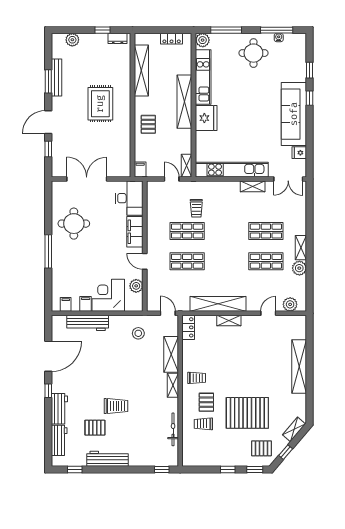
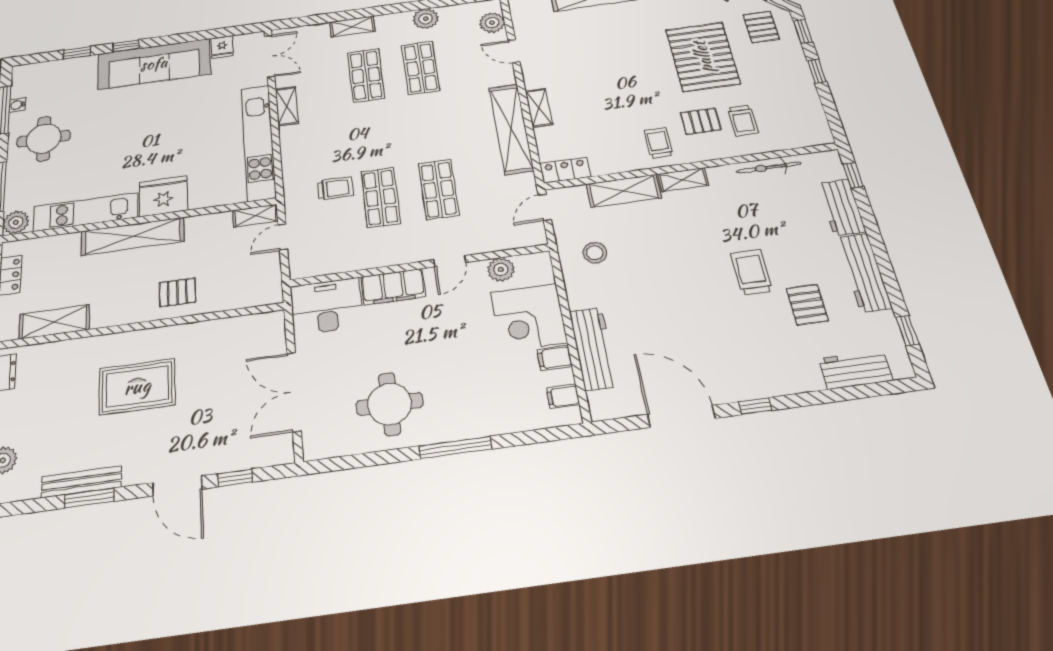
shelving: (141, 70) -> (55, 322), width x0.68
filing cabinet: (140, 170) -> (268, 295), removed
shelving: (301, 248) -> (352, 27), moved
workbench: (59, 409) -> (841, 207), moved, turned -90

